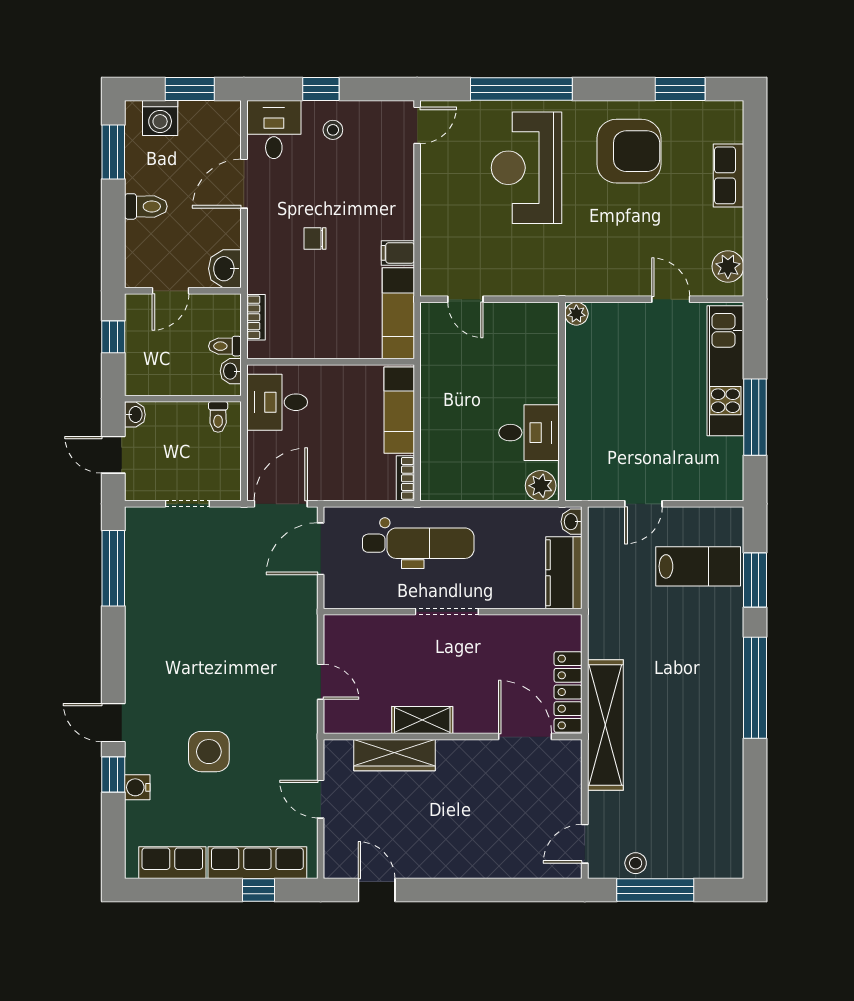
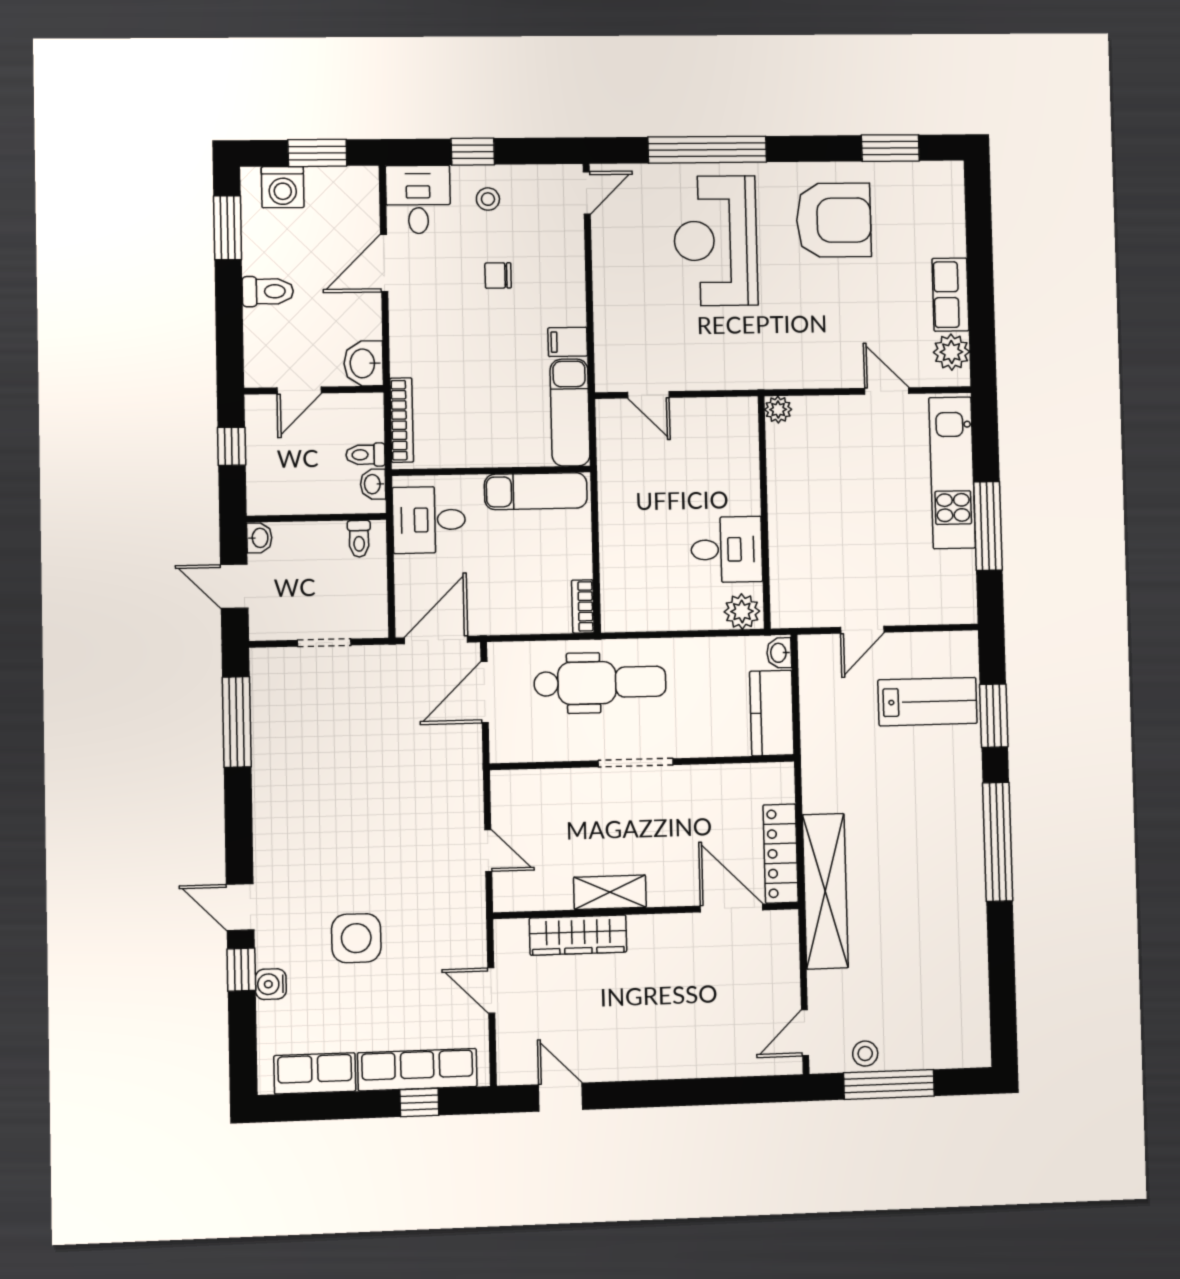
row of seats: (729, 175) -> (950, 295), moved
chair: (315, 238) -> (498, 275), moved
bookcase: (256, 317) -> (402, 420), width x1.56
exam couch: (399, 410) -> (536, 491), moved, turned -90

